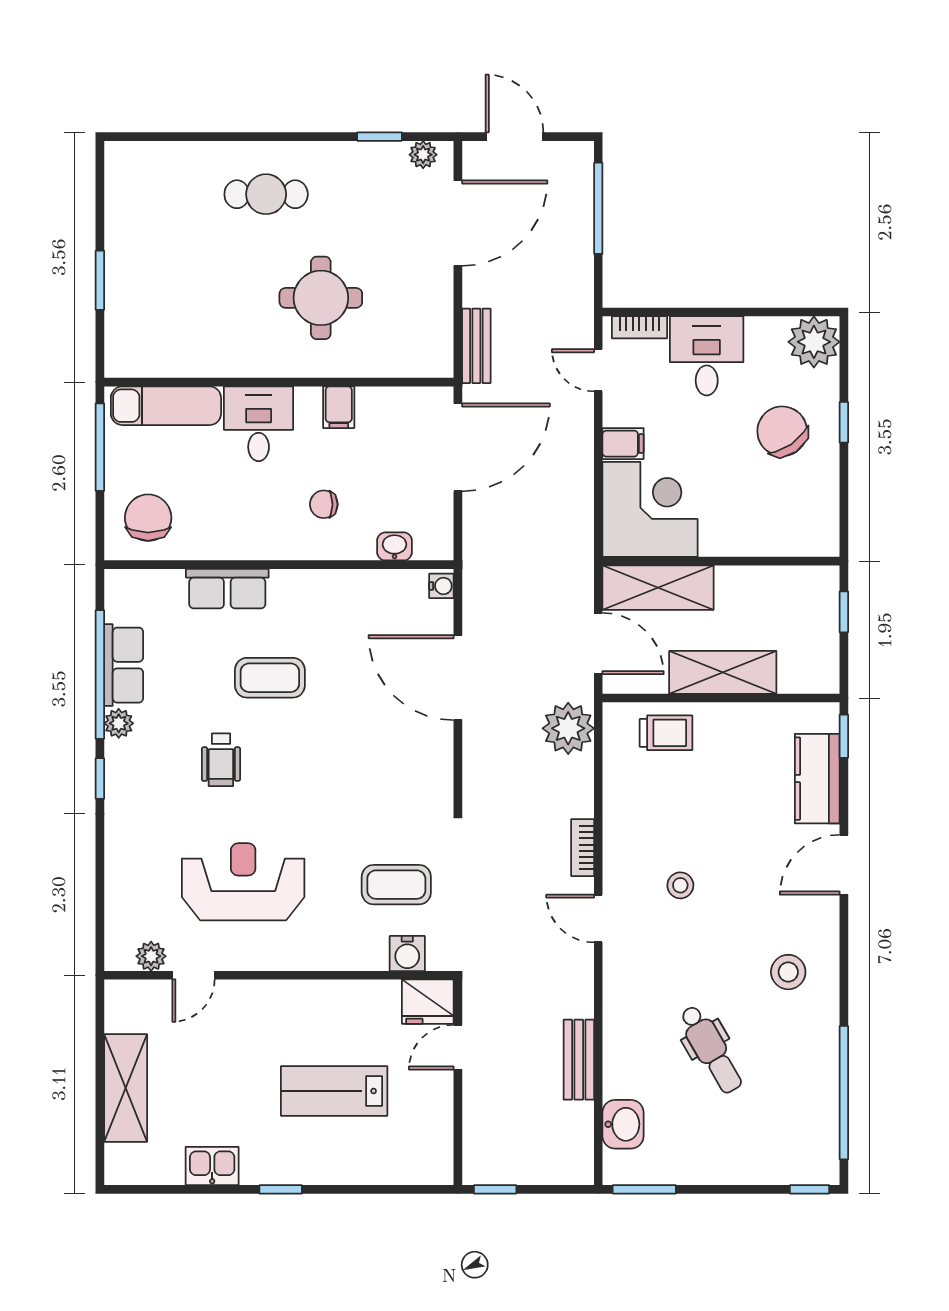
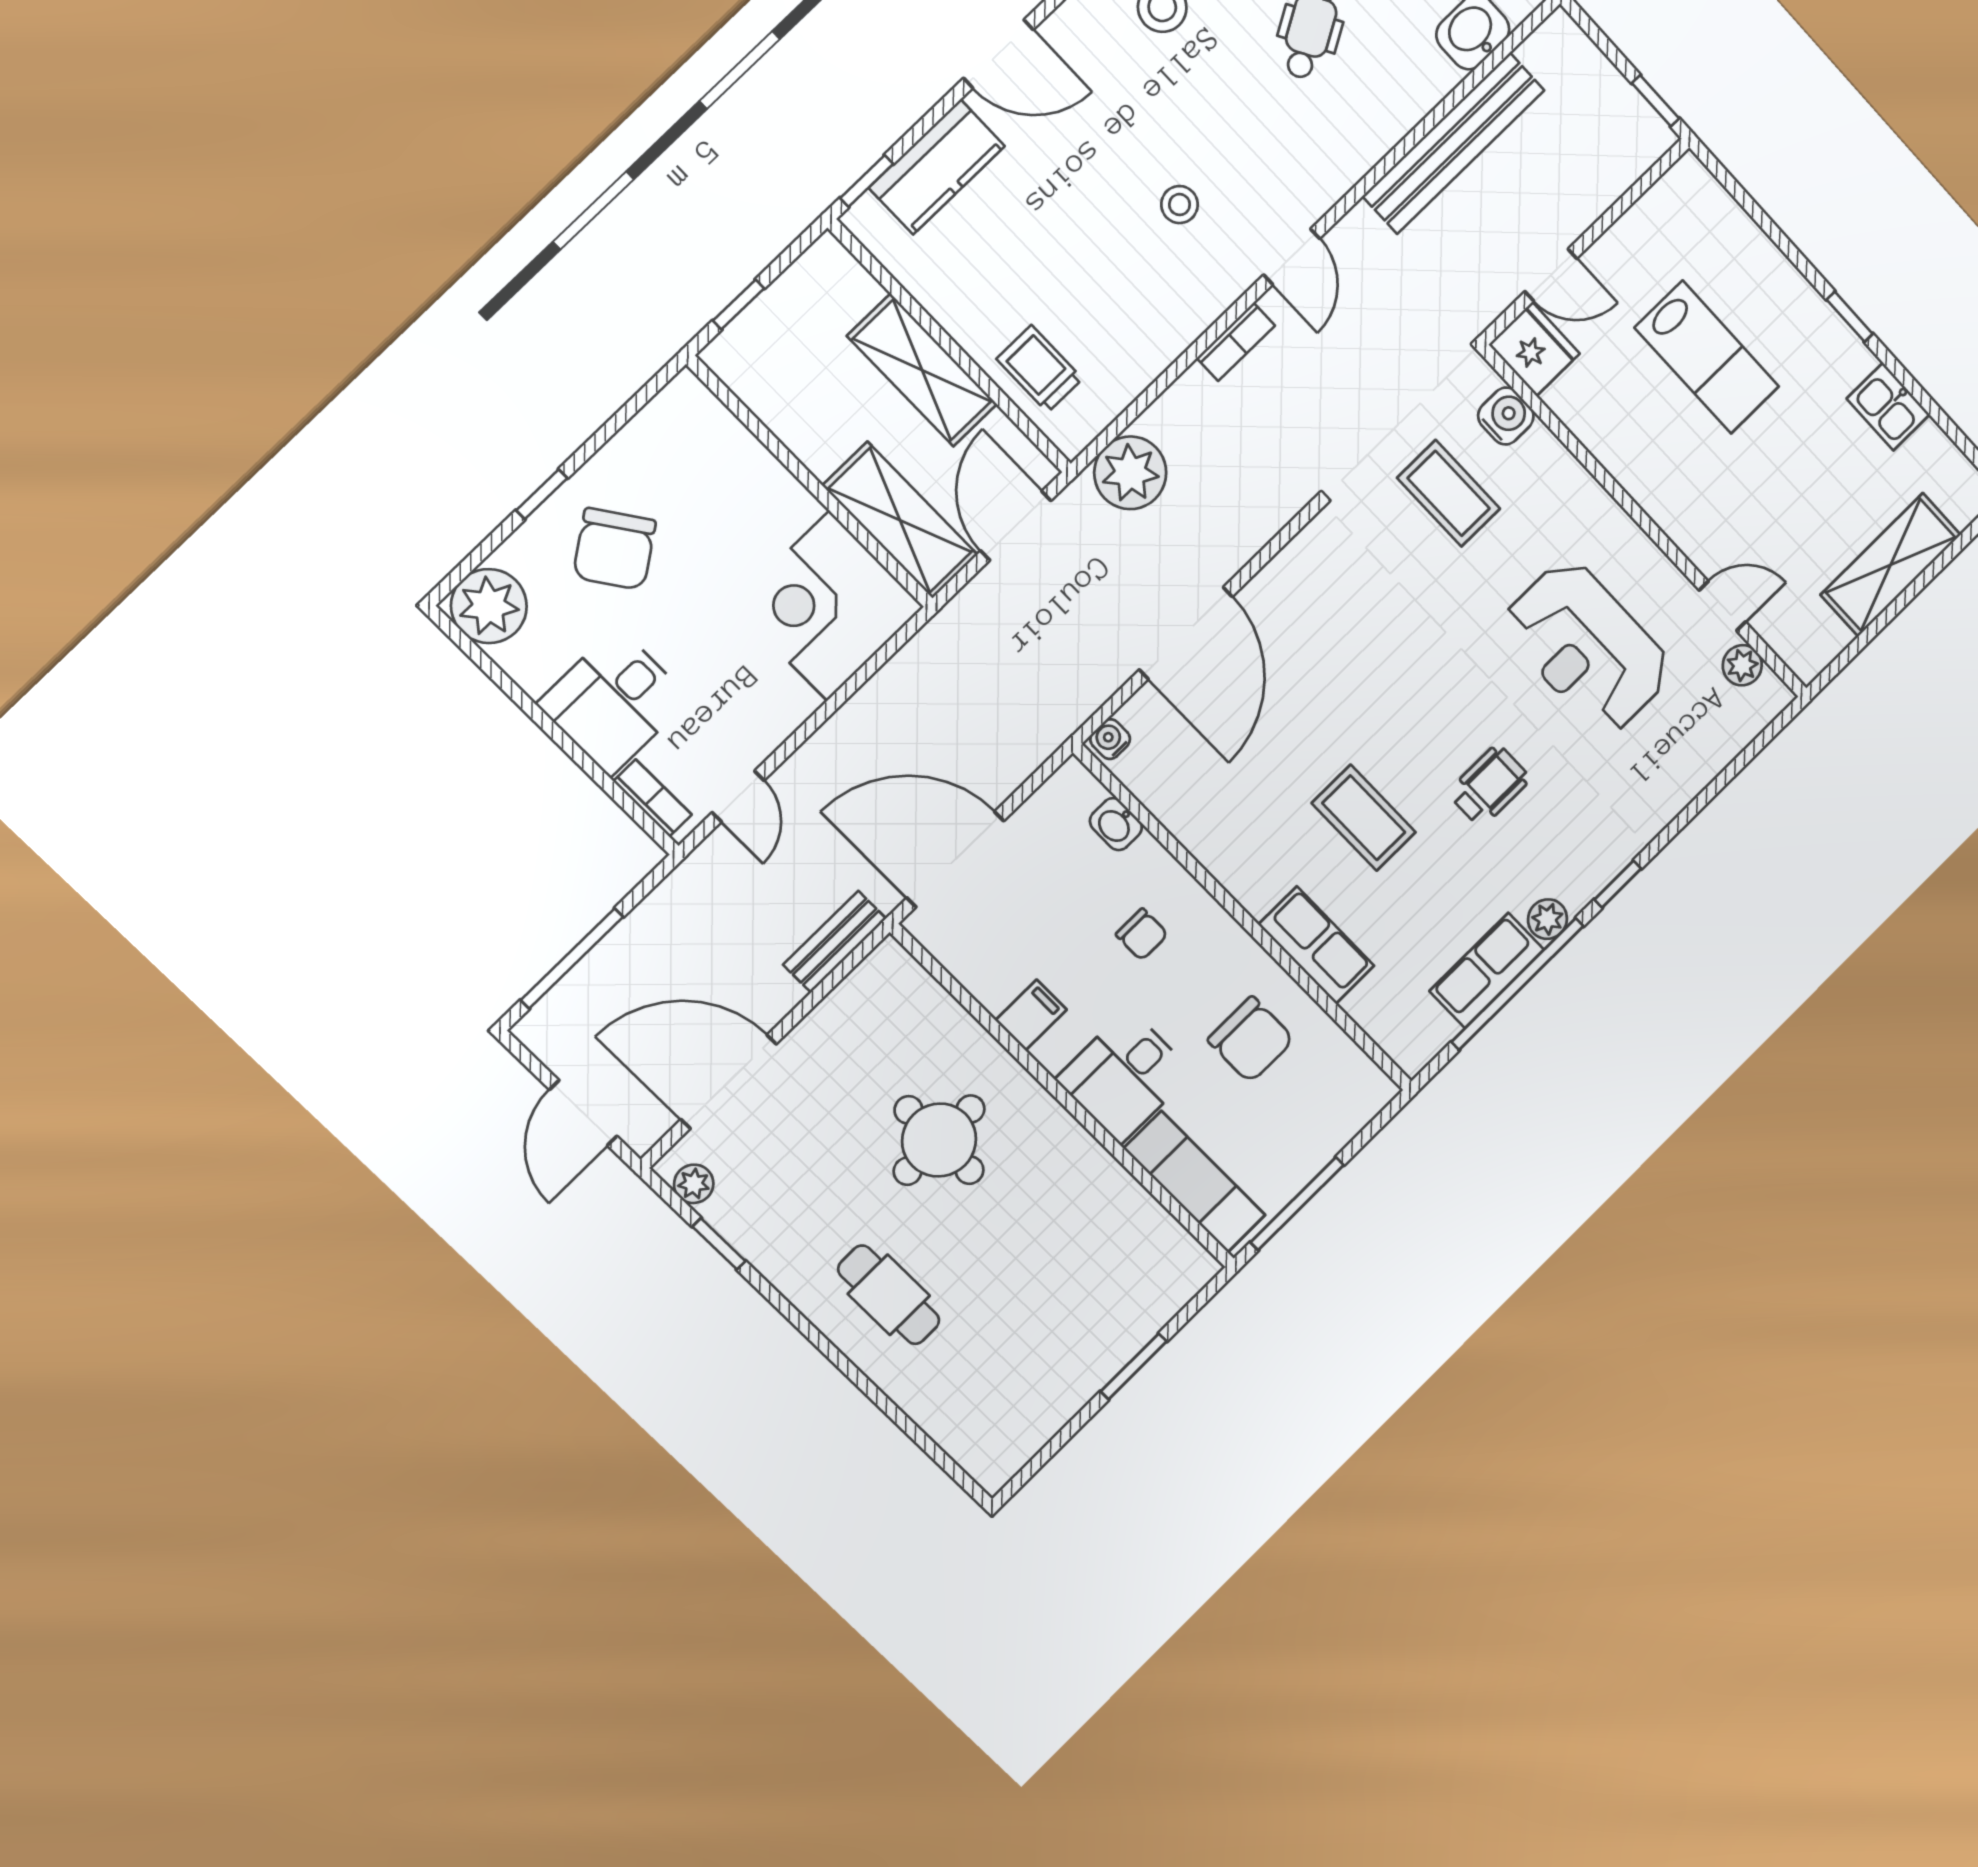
filing cabinet: (623, 444) -> (788, 699), removed
chair: (148, 518) -> (1251, 1040), moved, turned -90
bench: (579, 1060) -> (1453, 143), width x1.86, depth x1.21

